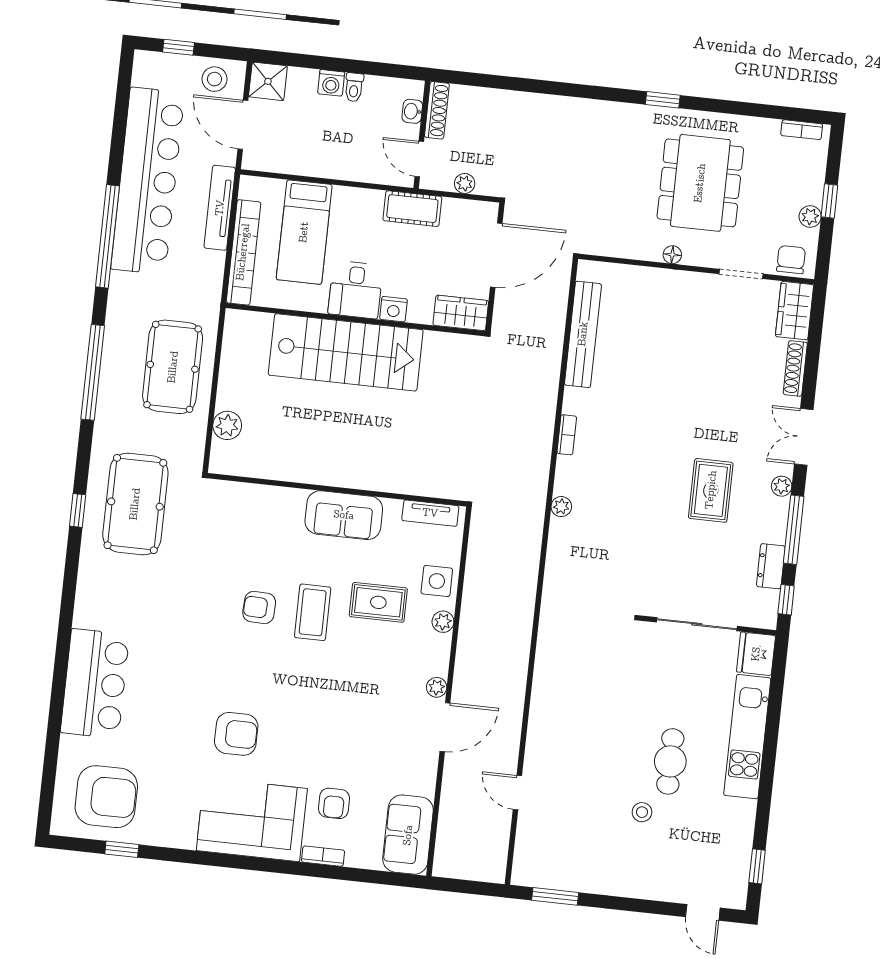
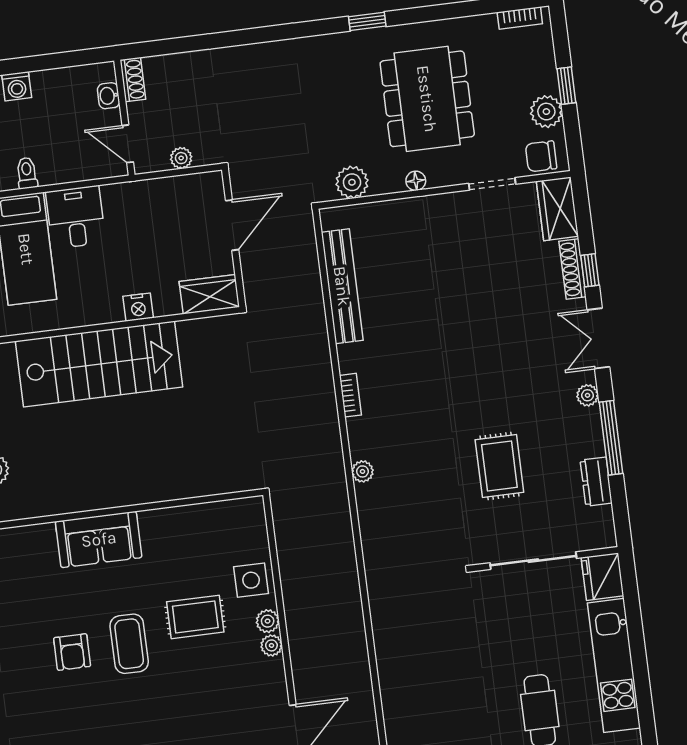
toilet: (354, 87) -> (27, 173), moved, turned 180
shoe rack: (437, 110) -> (133, 80), width x0.70
cot: (412, 209) -> (133, 197), removed
plant: (810, 217) -> (546, 112), width x1.38, depth x1.38
plant: (614, 242) -> (352, 182), added
door: (496, 255) -> (232, 225), width x0.73
chair: (791, 260) -> (541, 156), turned -90
desk: (355, 290) -> (76, 217), moved, turned 180
rug: (711, 490) -> (499, 466), moved
tv unit: (430, 513) -> (227, 511), removed
sofa: (344, 515) -> (99, 539), moved
window: (786, 600) -> (590, 270), moved
armchair: (259, 608) -> (72, 652), turned -92
plant: (437, 687) -> (271, 645), moved

